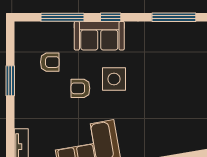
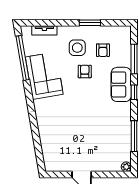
side table: (114, 79) -> (77, 48), moved

